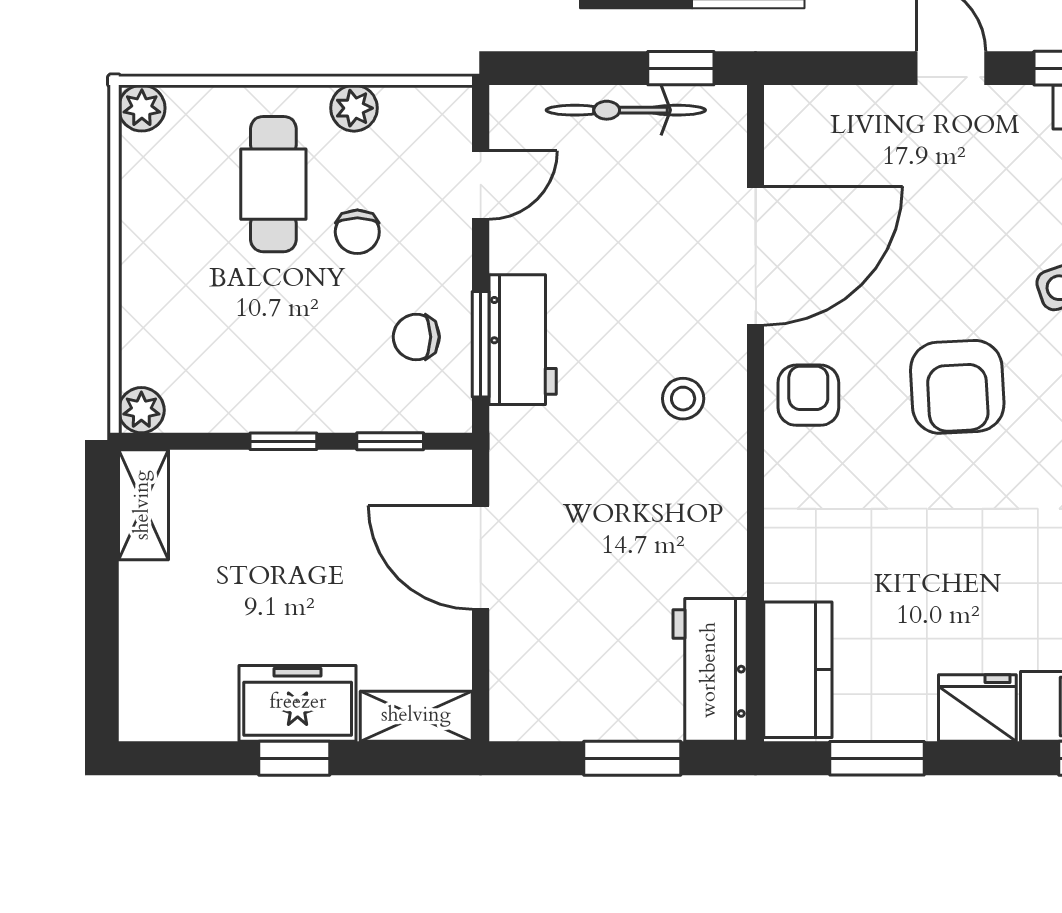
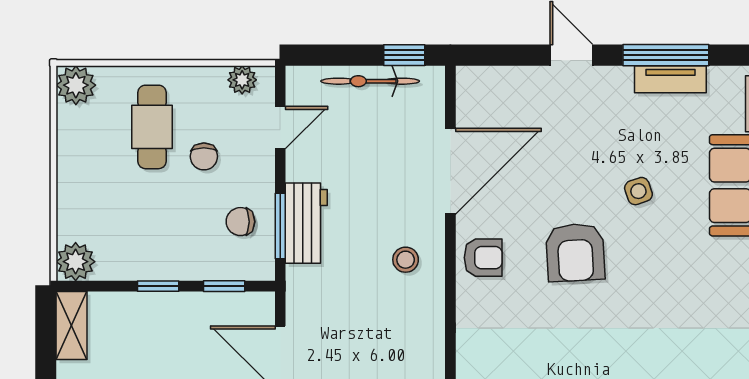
plant: (142, 108) -> (76, 85), width x1.38, depth x1.38
plant: (354, 108) -> (242, 80), moved
armchair: (808, 395) -> (483, 258), turned 90
plant: (141, 410) -> (76, 262), width x1.38, depth x1.38

